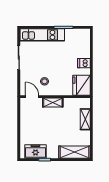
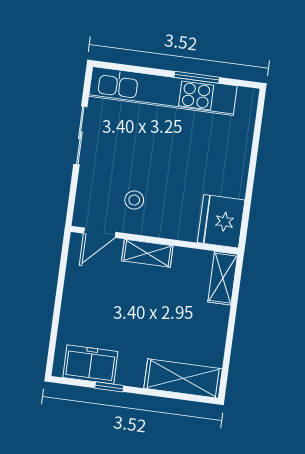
kitchen unit: (42, 35) -> (163, 91), width x1.36
dishwasher: (84, 63) -> (234, 169), removed
door: (32, 97) -> (100, 233), swing flipped
shelving: (85, 119) -> (223, 278), moved

